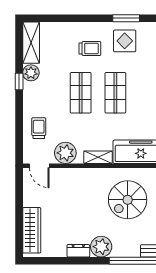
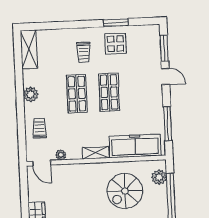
trolley: (90, 48) -> (84, 52), turned 90
plant: (31, 73) -> (31, 94), moved
window: (19, 82) -> (19, 86), removed
plant: (65, 153) -> (61, 155), width x0.53, depth x0.53

